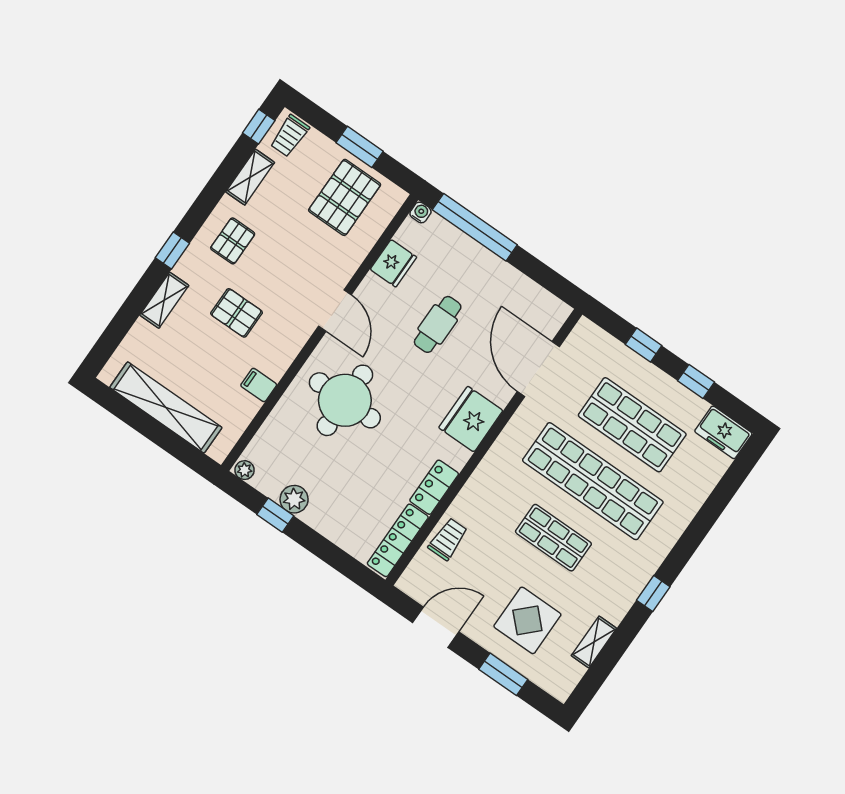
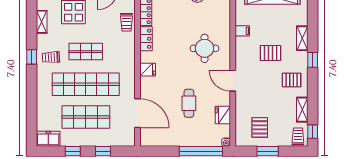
pallet: (345, 197) -> (260, 127), width x0.67, depth x0.71
pallet: (233, 241) -> (292, 80), turned 90
round table: (345, 400) -> (205, 48), width x0.73, depth x0.73
fridge: (471, 419) -> (148, 70), width x0.53, depth x0.75
trolley: (620, 570) -> (51, 57), added

